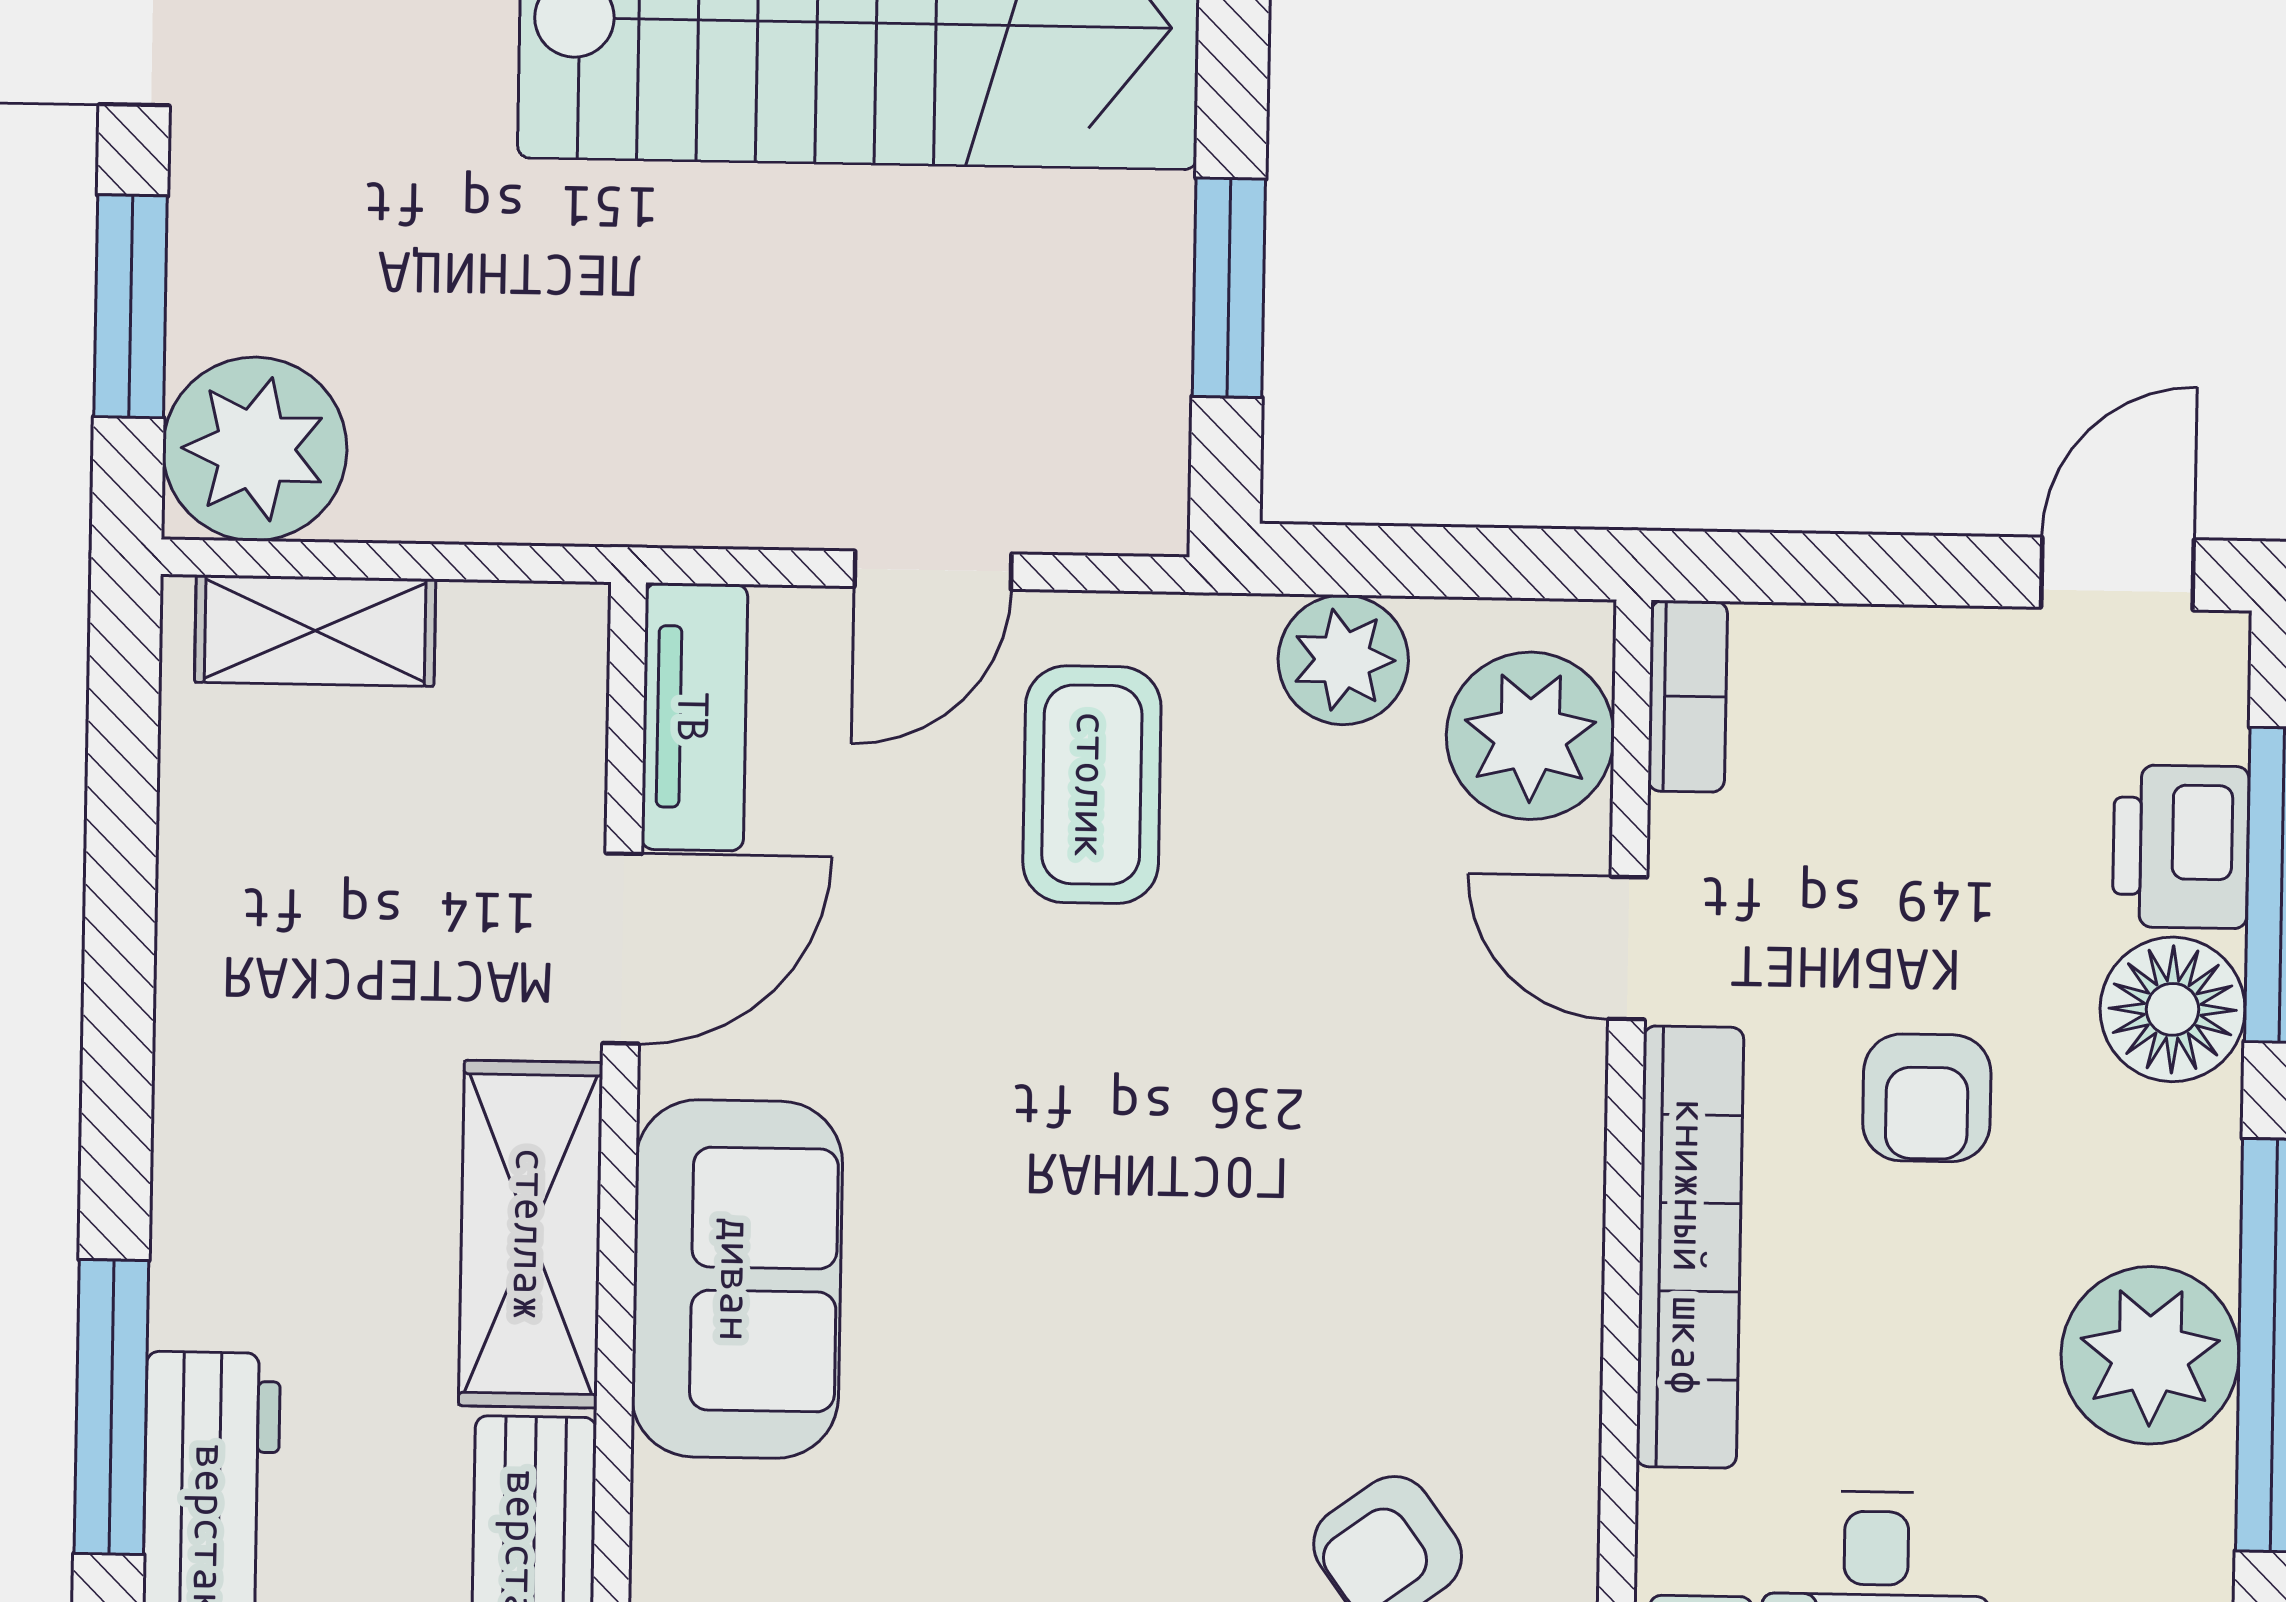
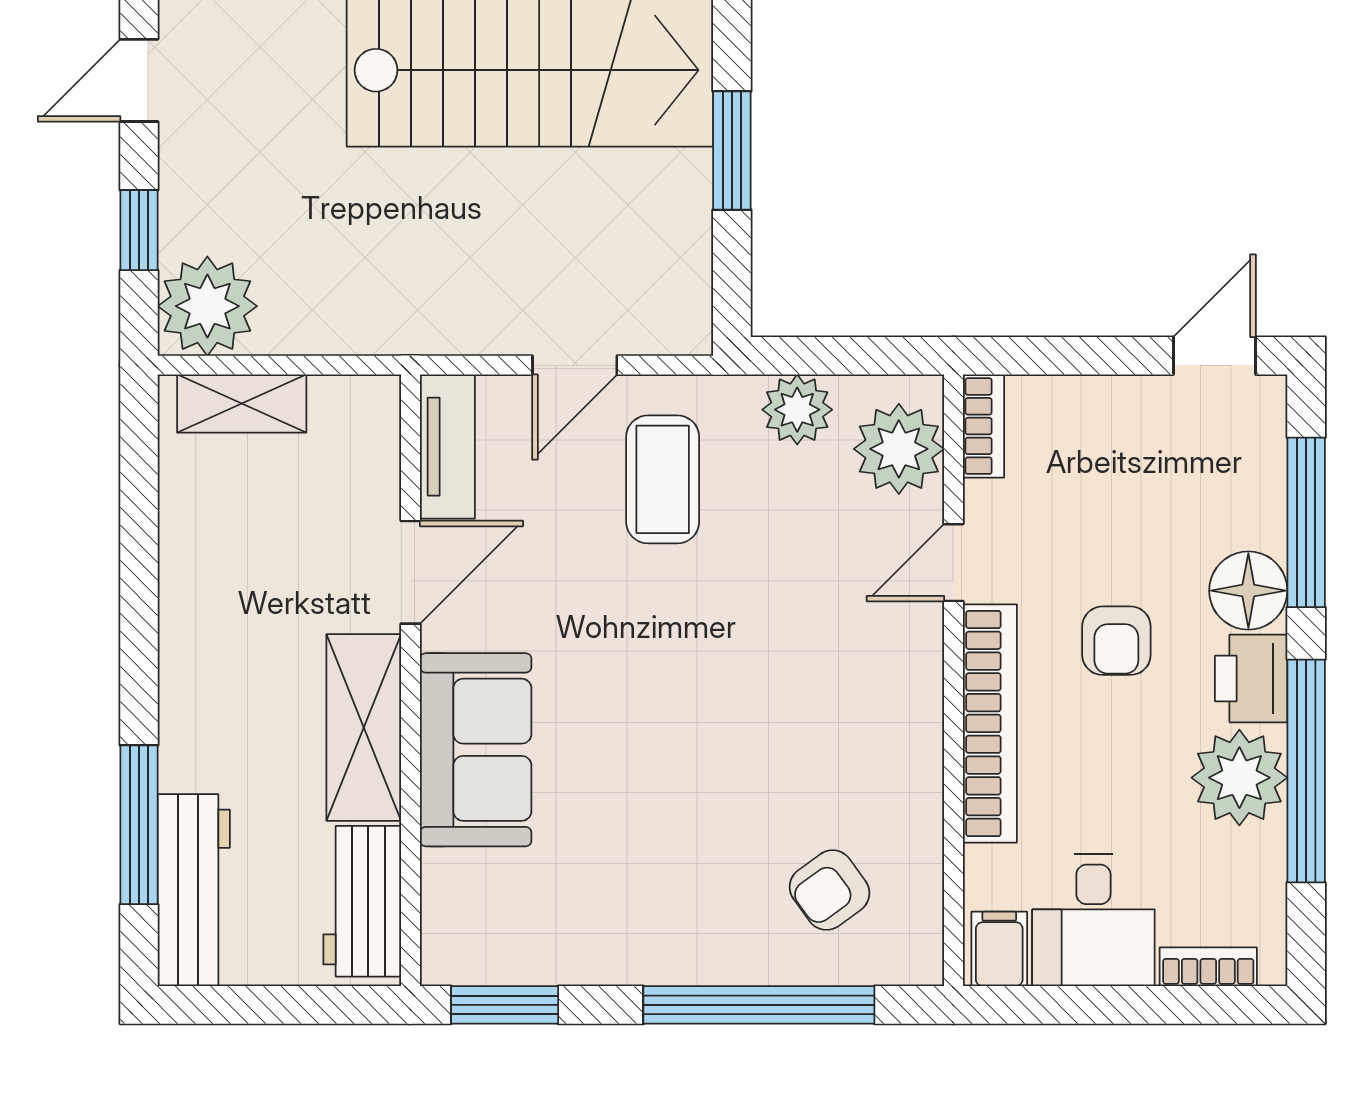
window: (1229, 288) -> (732, 151), moved
window: (131, 306) -> (139, 230), width x0.67
printer: (2181, 847) -> (1251, 679), moved
door: (1628, 948) -> (953, 563), hinge flipped

